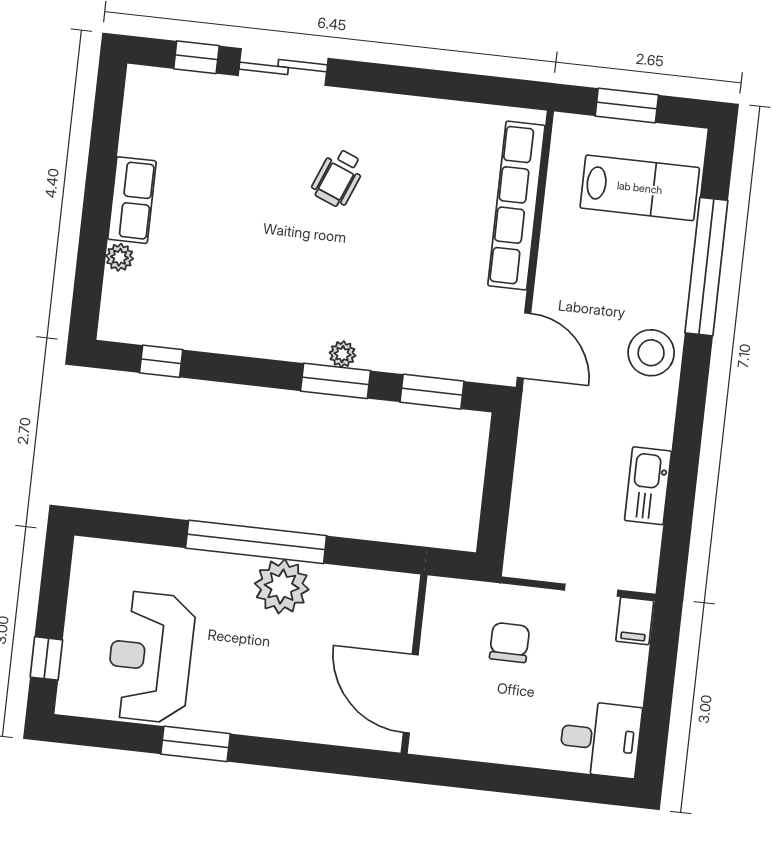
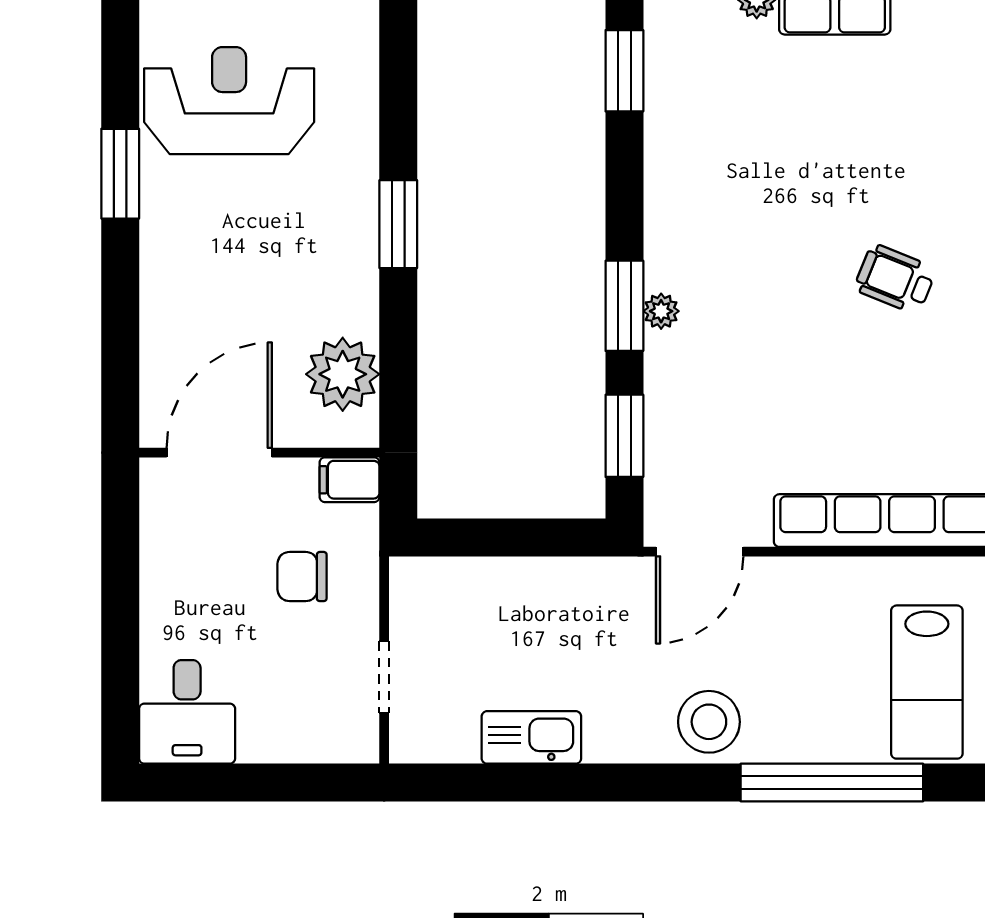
window: (161, 361) -> (624, 71), width x1.50
window: (256, 542) -> (398, 224), width x0.47
plant: (282, 586) -> (343, 374), moved
filing cabinet: (635, 621) -> (349, 480), moved
chair: (509, 643) -> (302, 577), turned 180

